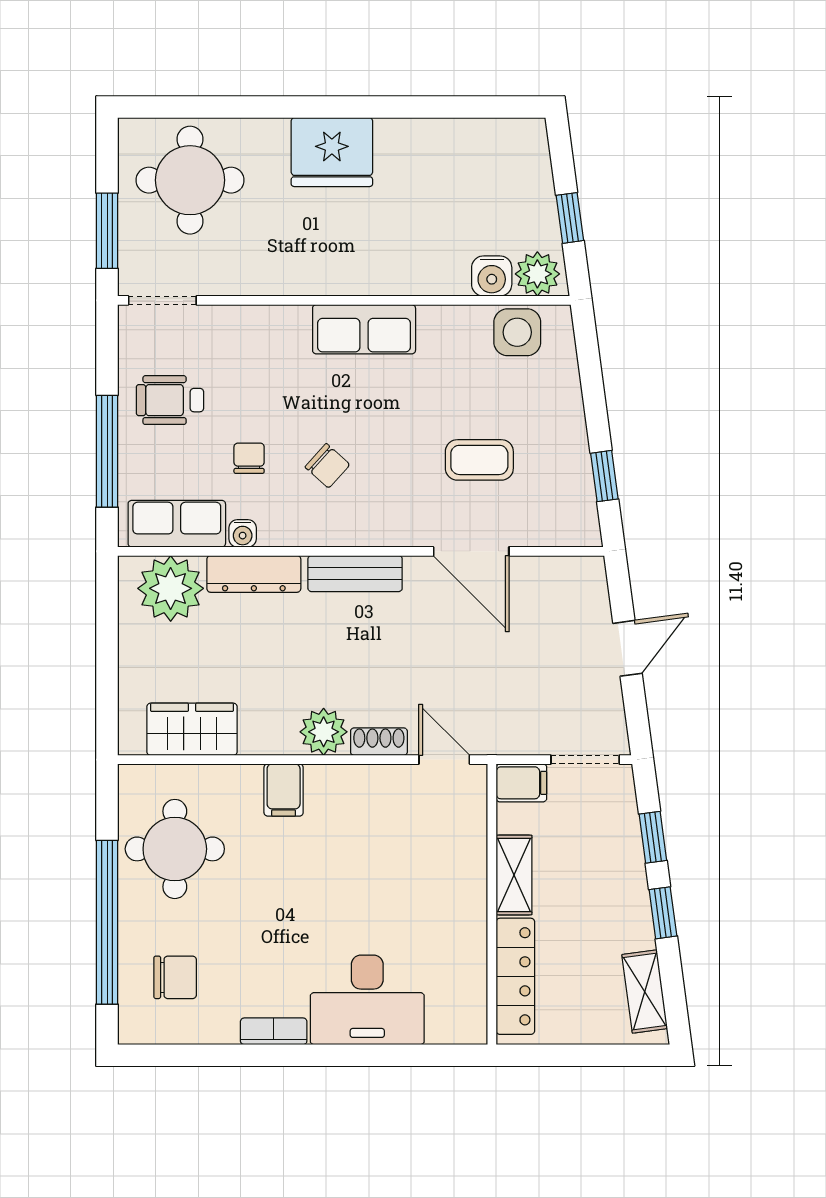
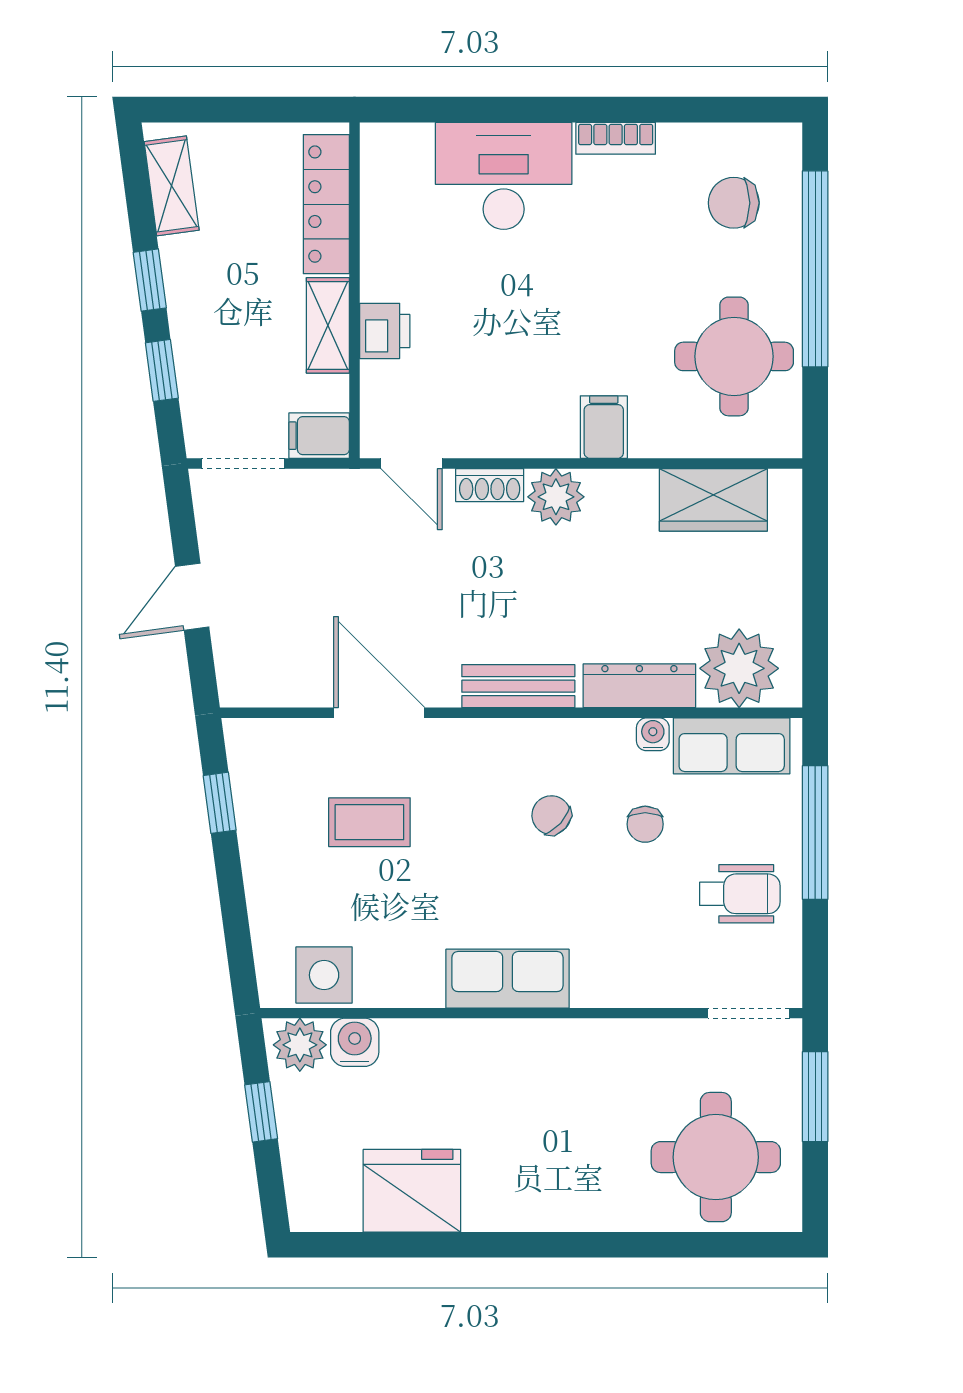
fridge: (332, 152) -> (412, 1191), moved
printer: (467, 870) -> (385, 331), added

